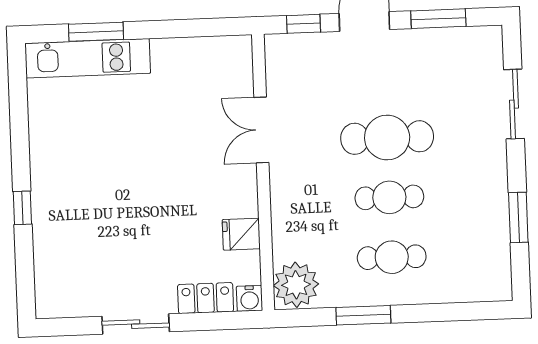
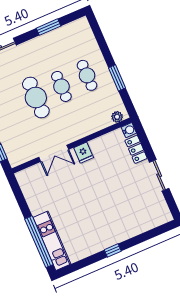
window: (96, 32) -> (39, 242), width x2.11
window: (22, 208) -> (113, 250), moved
fridge: (241, 234) -> (84, 153), moved
plant: (296, 285) -> (117, 117), width x0.53, depth x0.53

